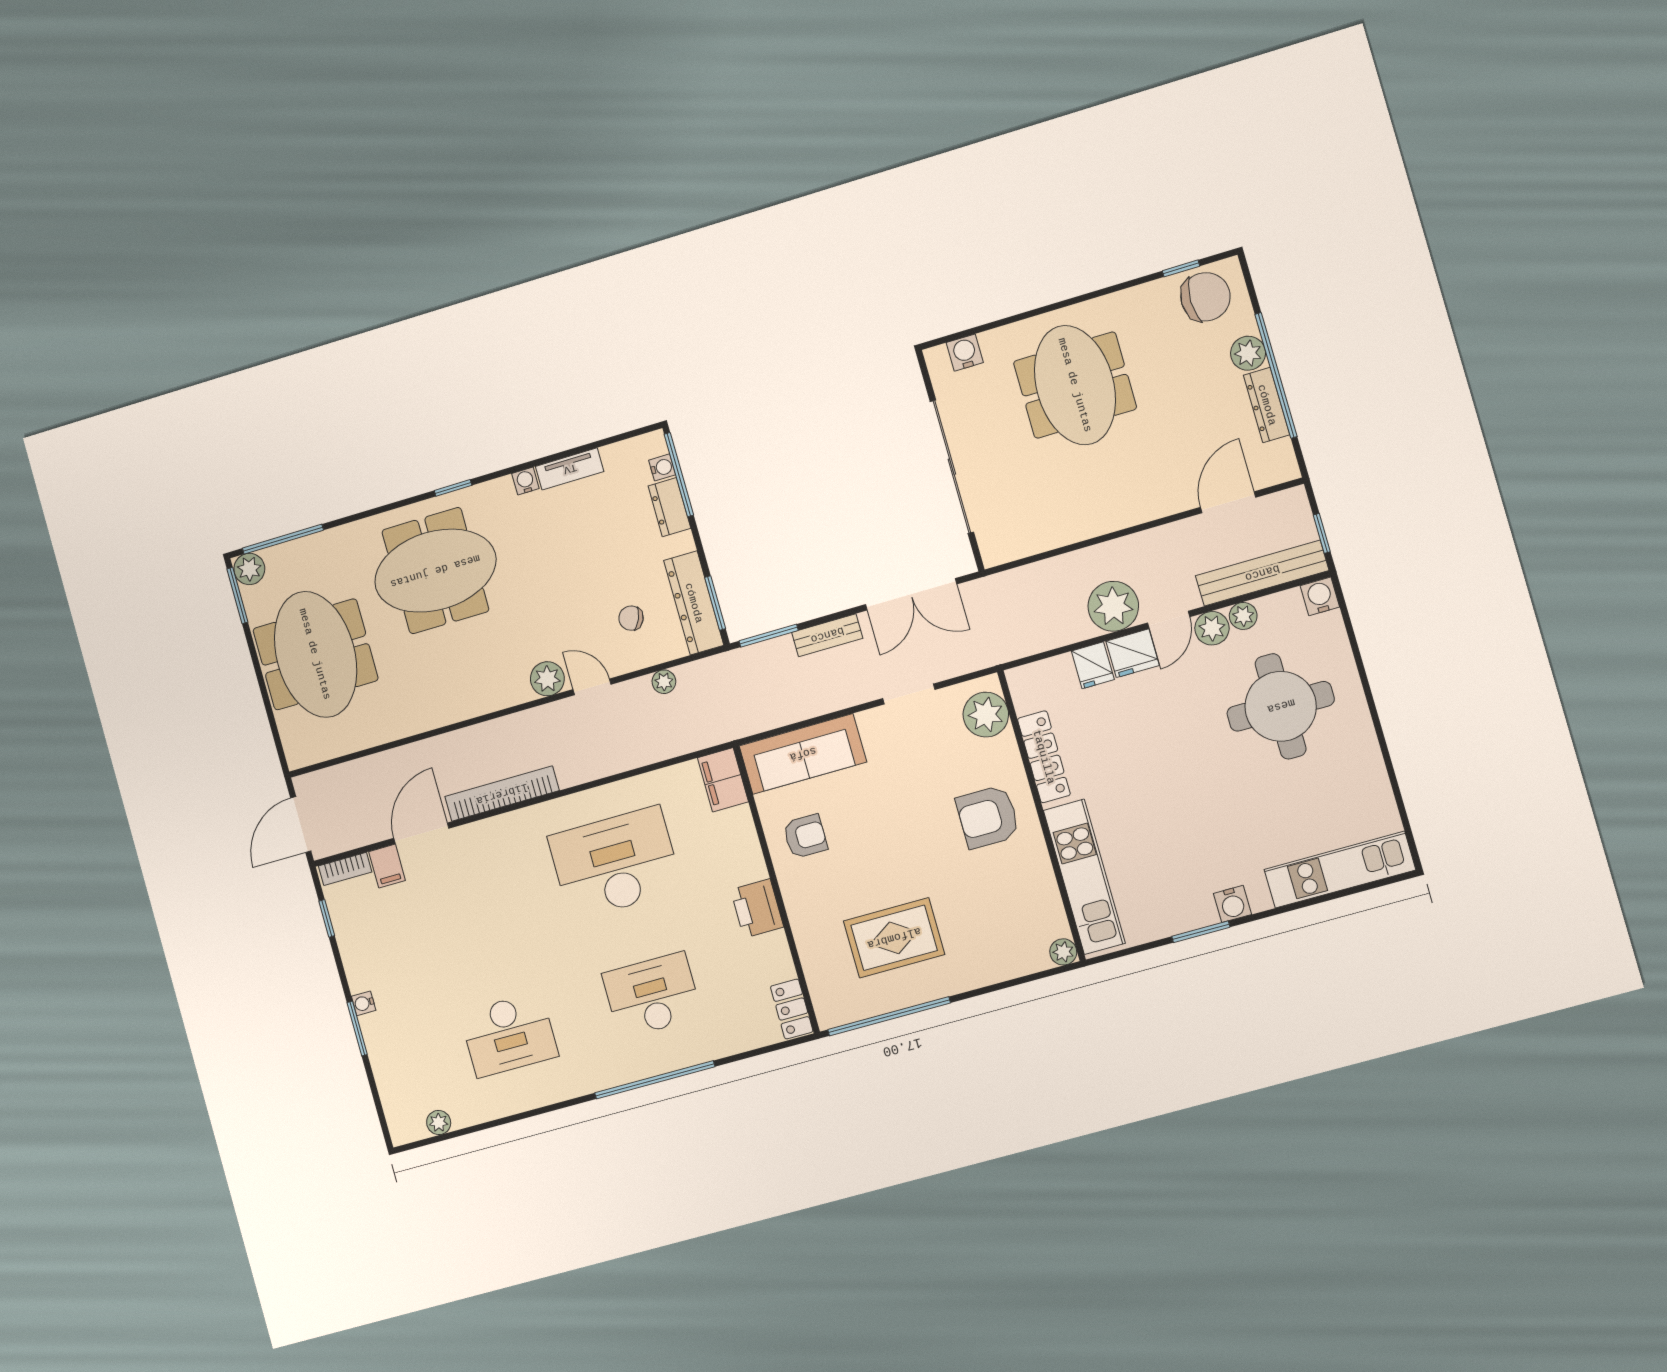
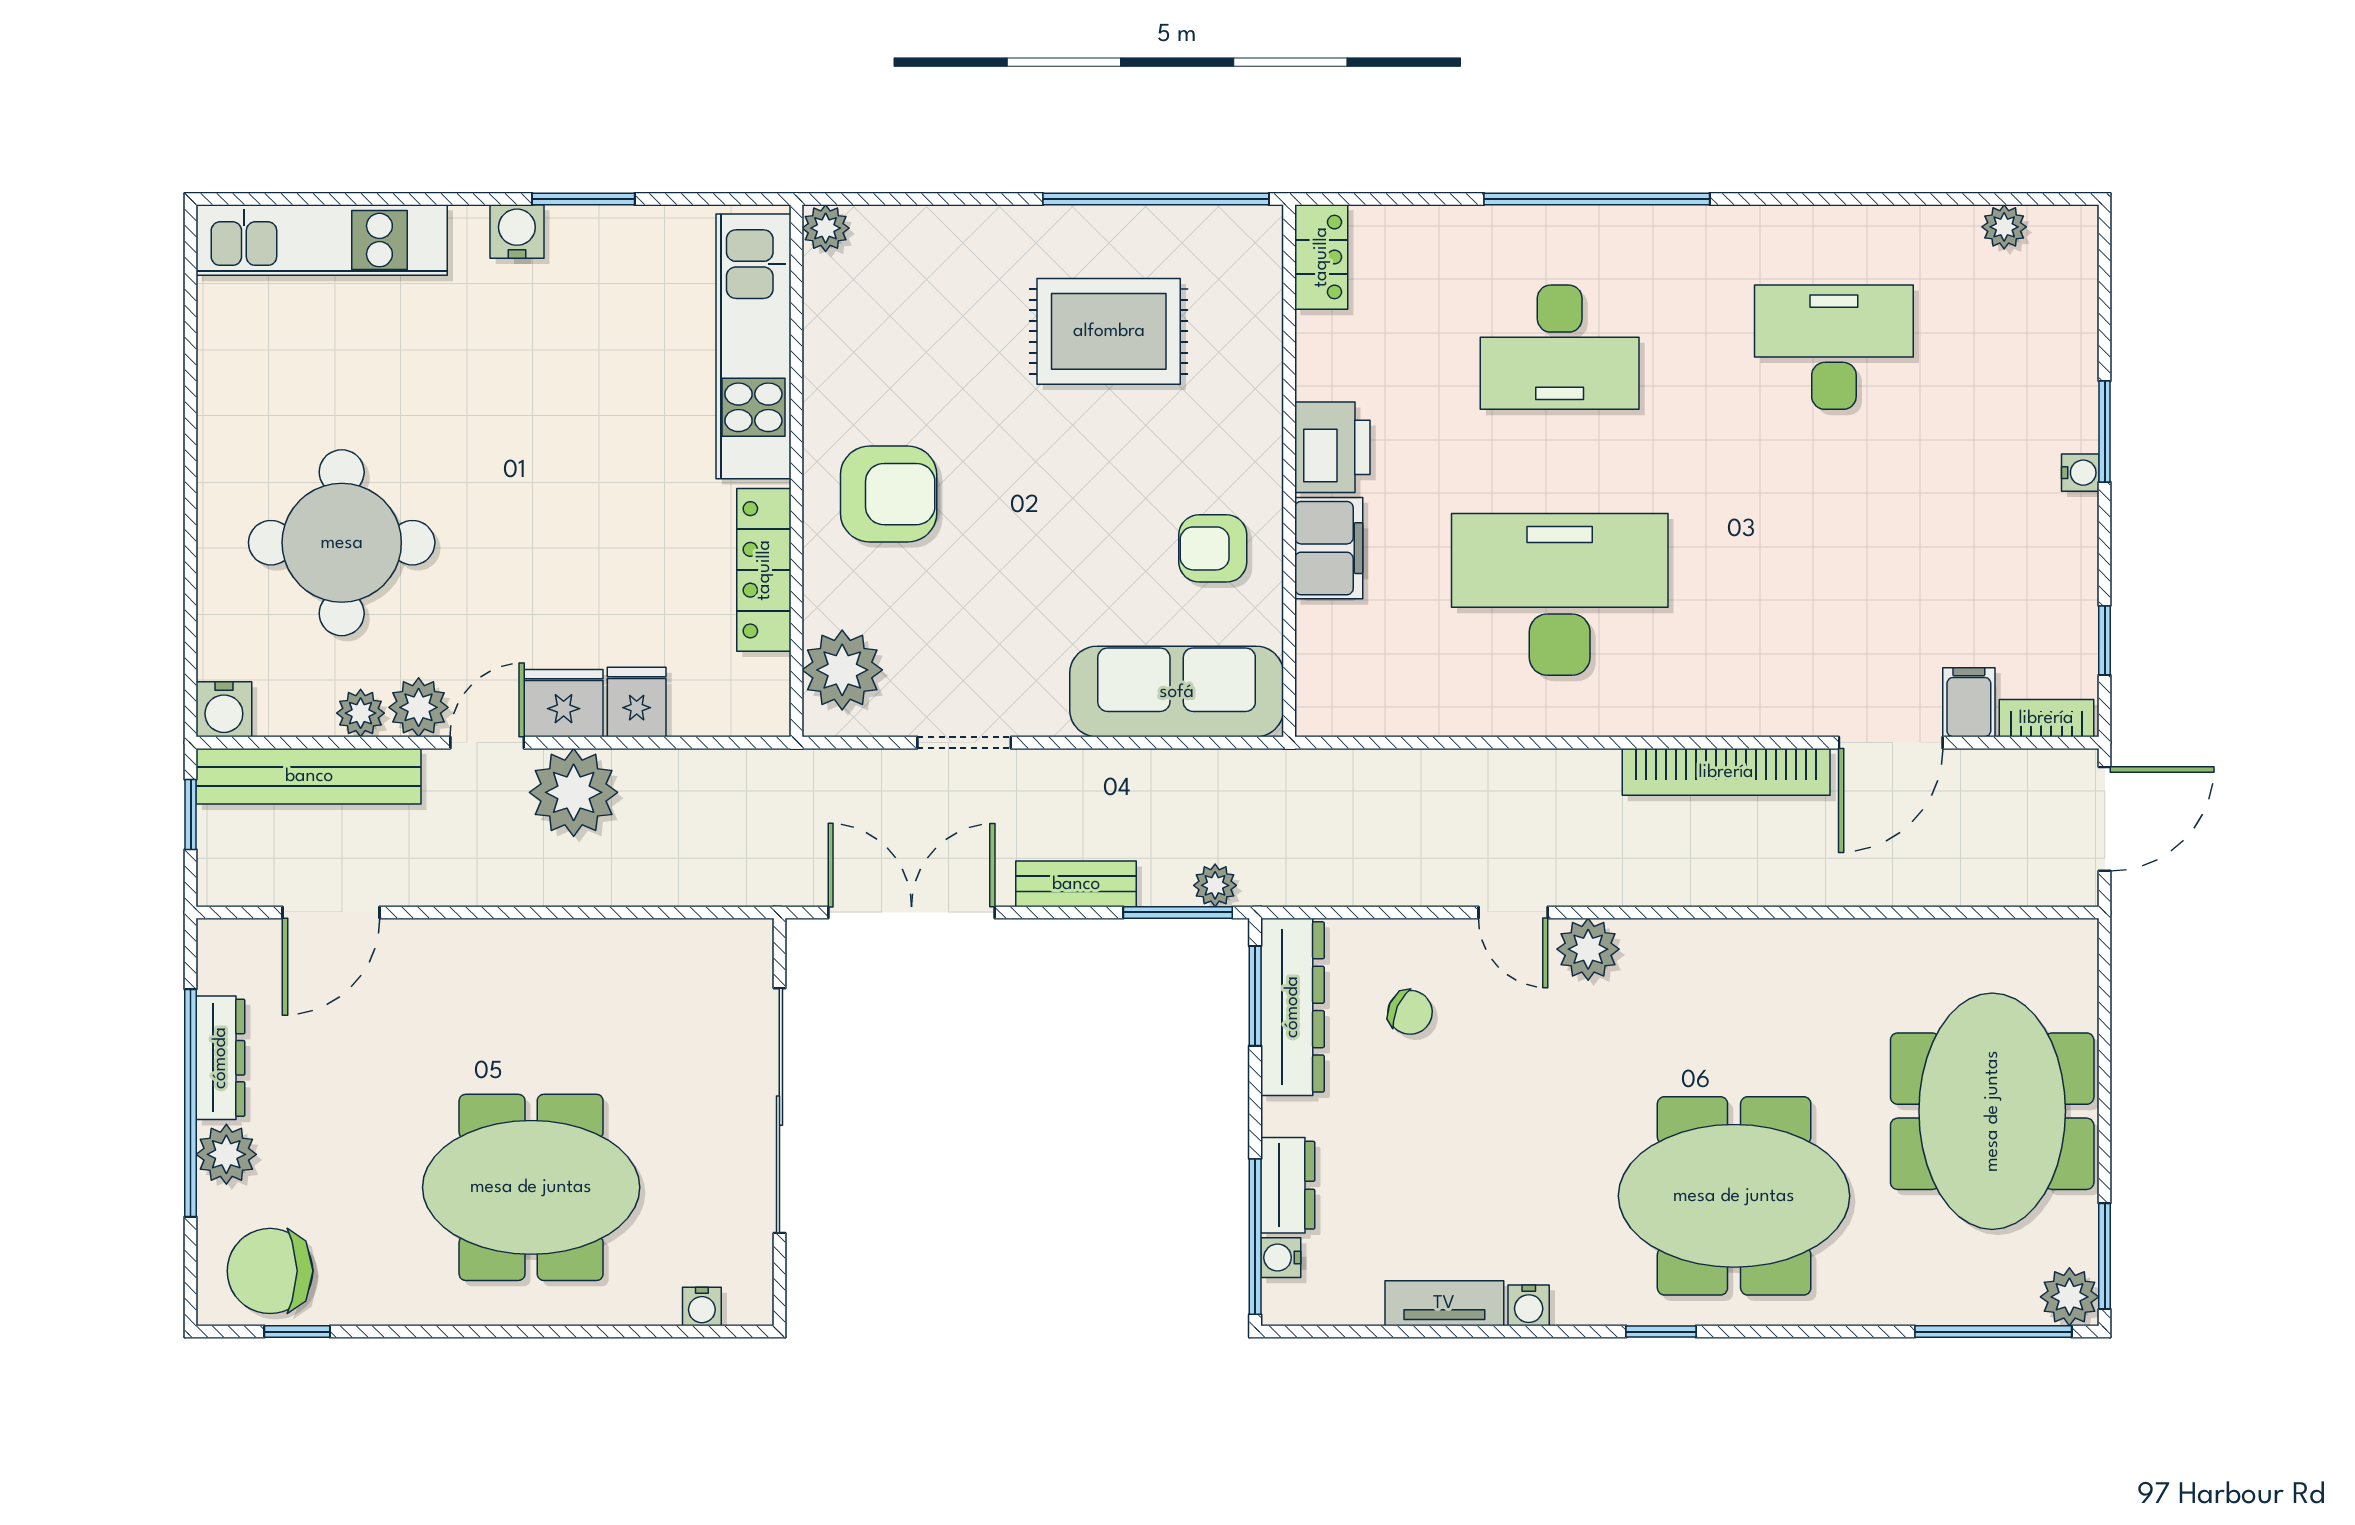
water cooler: (965, 353) -> (702, 1307), width x0.72, depth x0.72
meeting table: (1075, 385) -> (531, 1187), turned 90
plant: (664, 682) -> (1215, 885), moved
filing cabinet: (723, 780) -> (1329, 548), moved
desk: (615, 863) -> (1560, 594), turned 180

